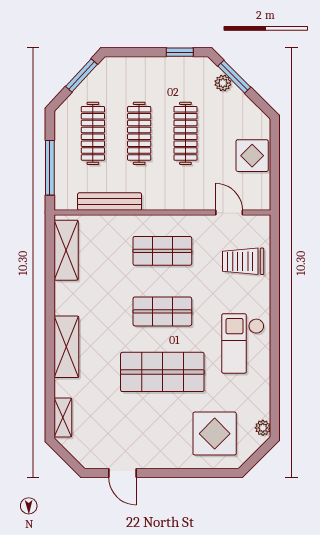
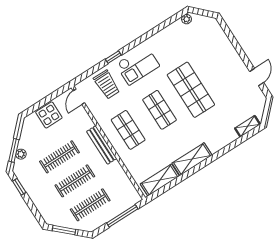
bench: (110, 202) -> (102, 145), moved
door: (229, 213) -> (79, 97), moved
window: (275, 294) -> (113, 57), added
checkout: (243, 343) -> (138, 65), moved
shelving: (66, 347) -> (192, 159), moved
display table: (215, 434) -> (206, 42), removed

